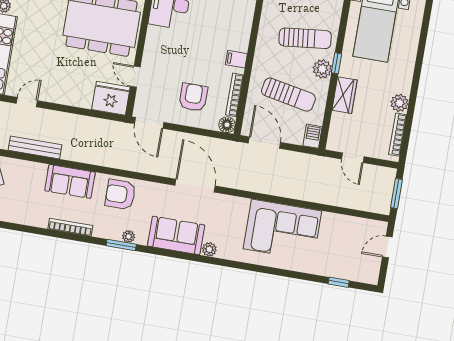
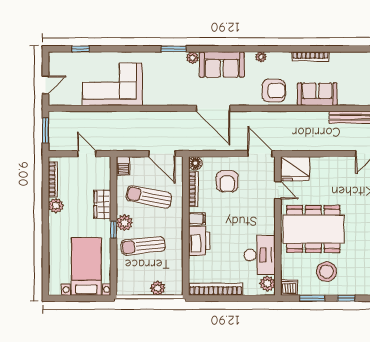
printer: (238, 33) -> (199, 241), added
corner sofa: (282, 230) -> (112, 84), moved
window: (121, 245) -> (174, 49), moved

